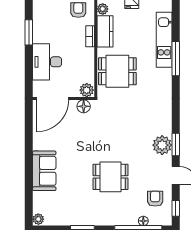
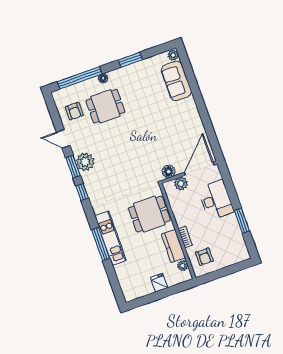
kitchen unit: (164, 40) -> (110, 238), moved
plant: (87, 90) -> (181, 184), moved
sofa: (44, 171) -> (176, 81), moved
dining table: (111, 177) -> (105, 106), moved
window: (176, 208) -> (82, 192), moved
floor lamp: (143, 221) -> (103, 78), moved

